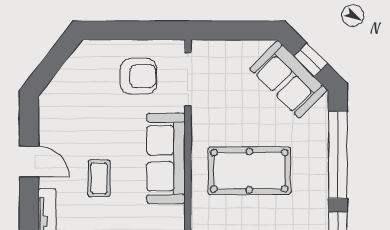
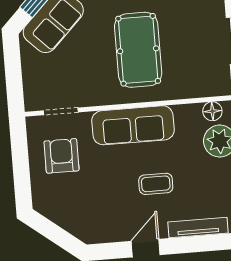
doorway: (188, 79) -> (61, 111), width x0.73

